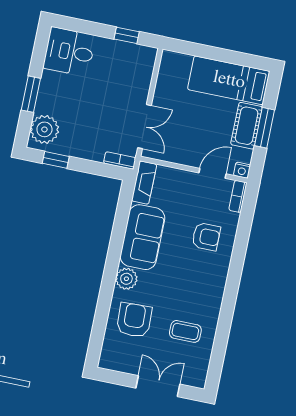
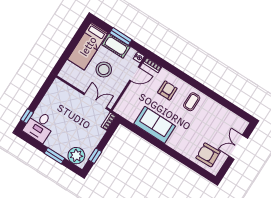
window: (127, 35) -> (27, 116), moved
stool: (201, 121) -> (104, 69), added
door: (212, 173) -> (135, 74), swing flipped
fireplace: (144, 183) -> (125, 113), removed
plant: (126, 279) -> (174, 142), removed
armchair: (134, 320) -> (208, 155), moved
coffee table: (185, 331) -> (192, 102), moved

